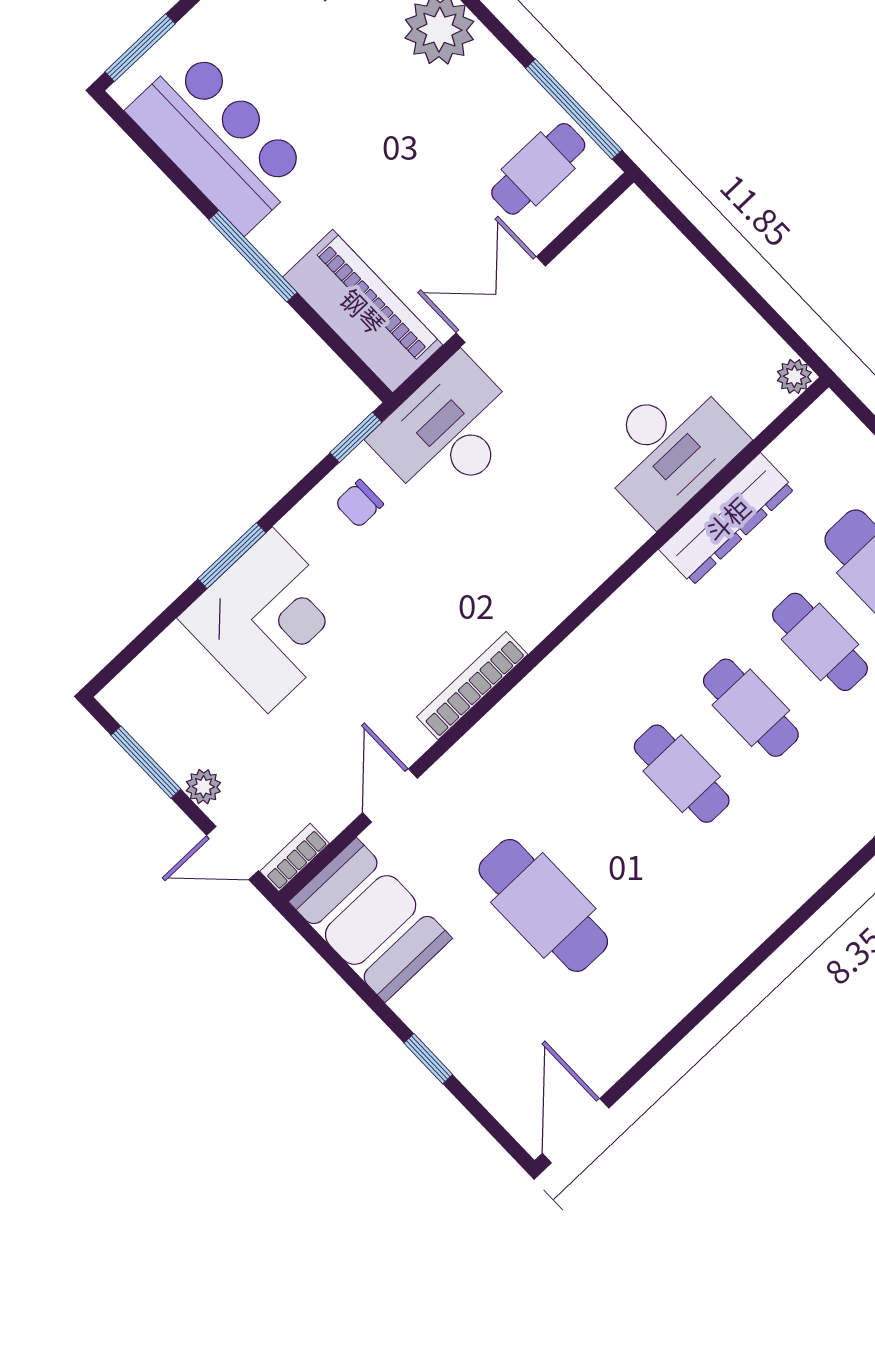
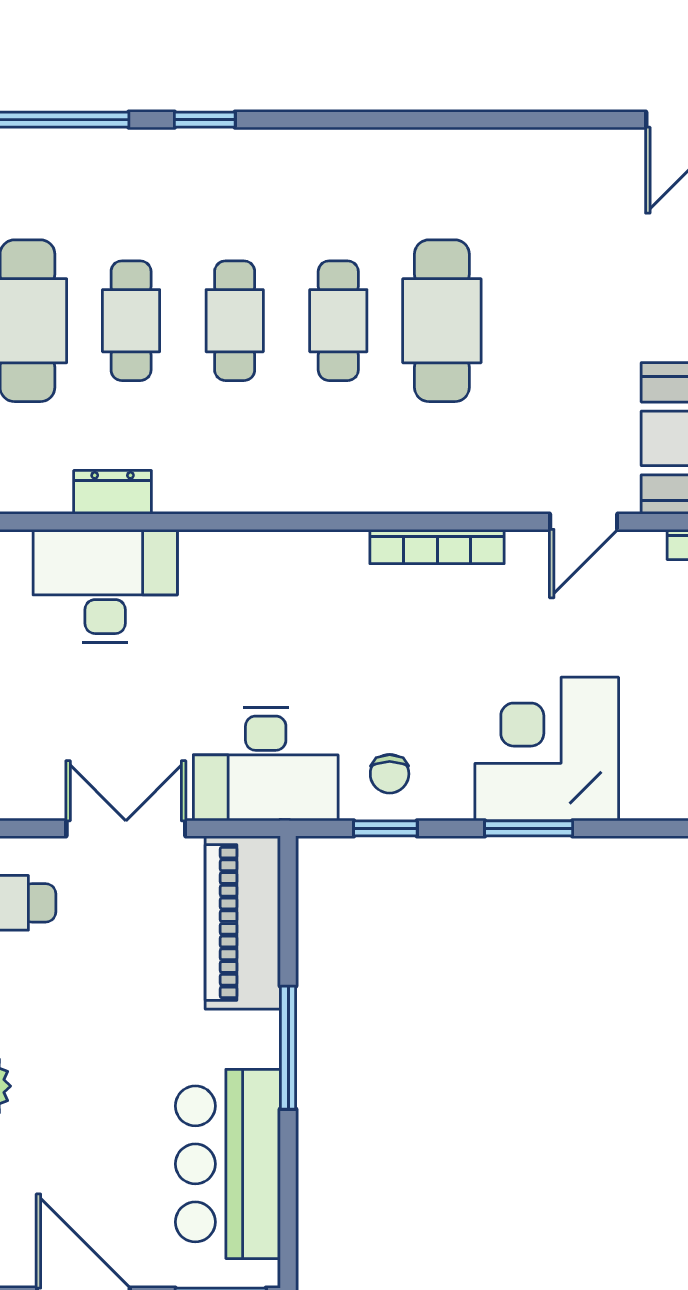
double door: (501, 299) -> (126, 828), swing flipped
window: (356, 437) -> (385, 828), moved
chair: (359, 504) -> (390, 774), turned 90
dresser: (727, 519) -> (113, 492), width x0.51, depth x0.80
cafe table: (543, 905) -> (442, 321), moved

